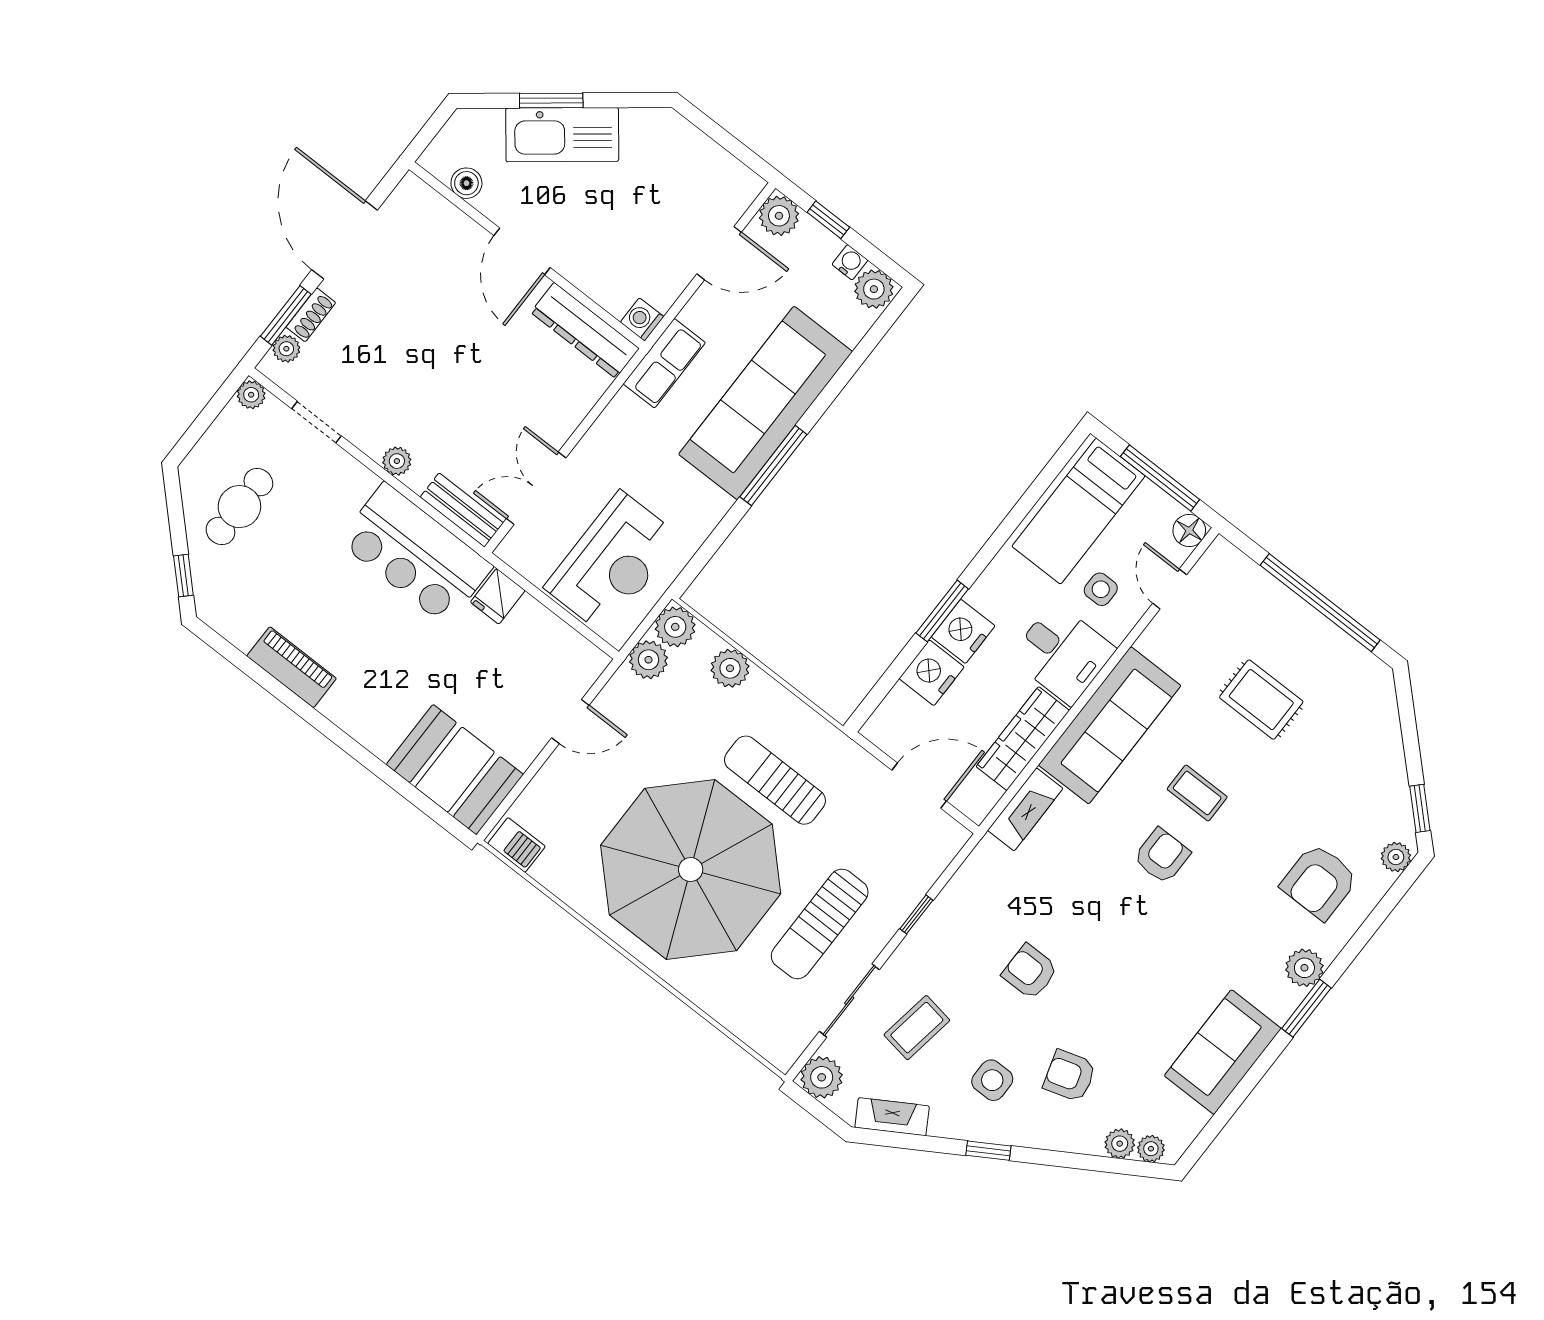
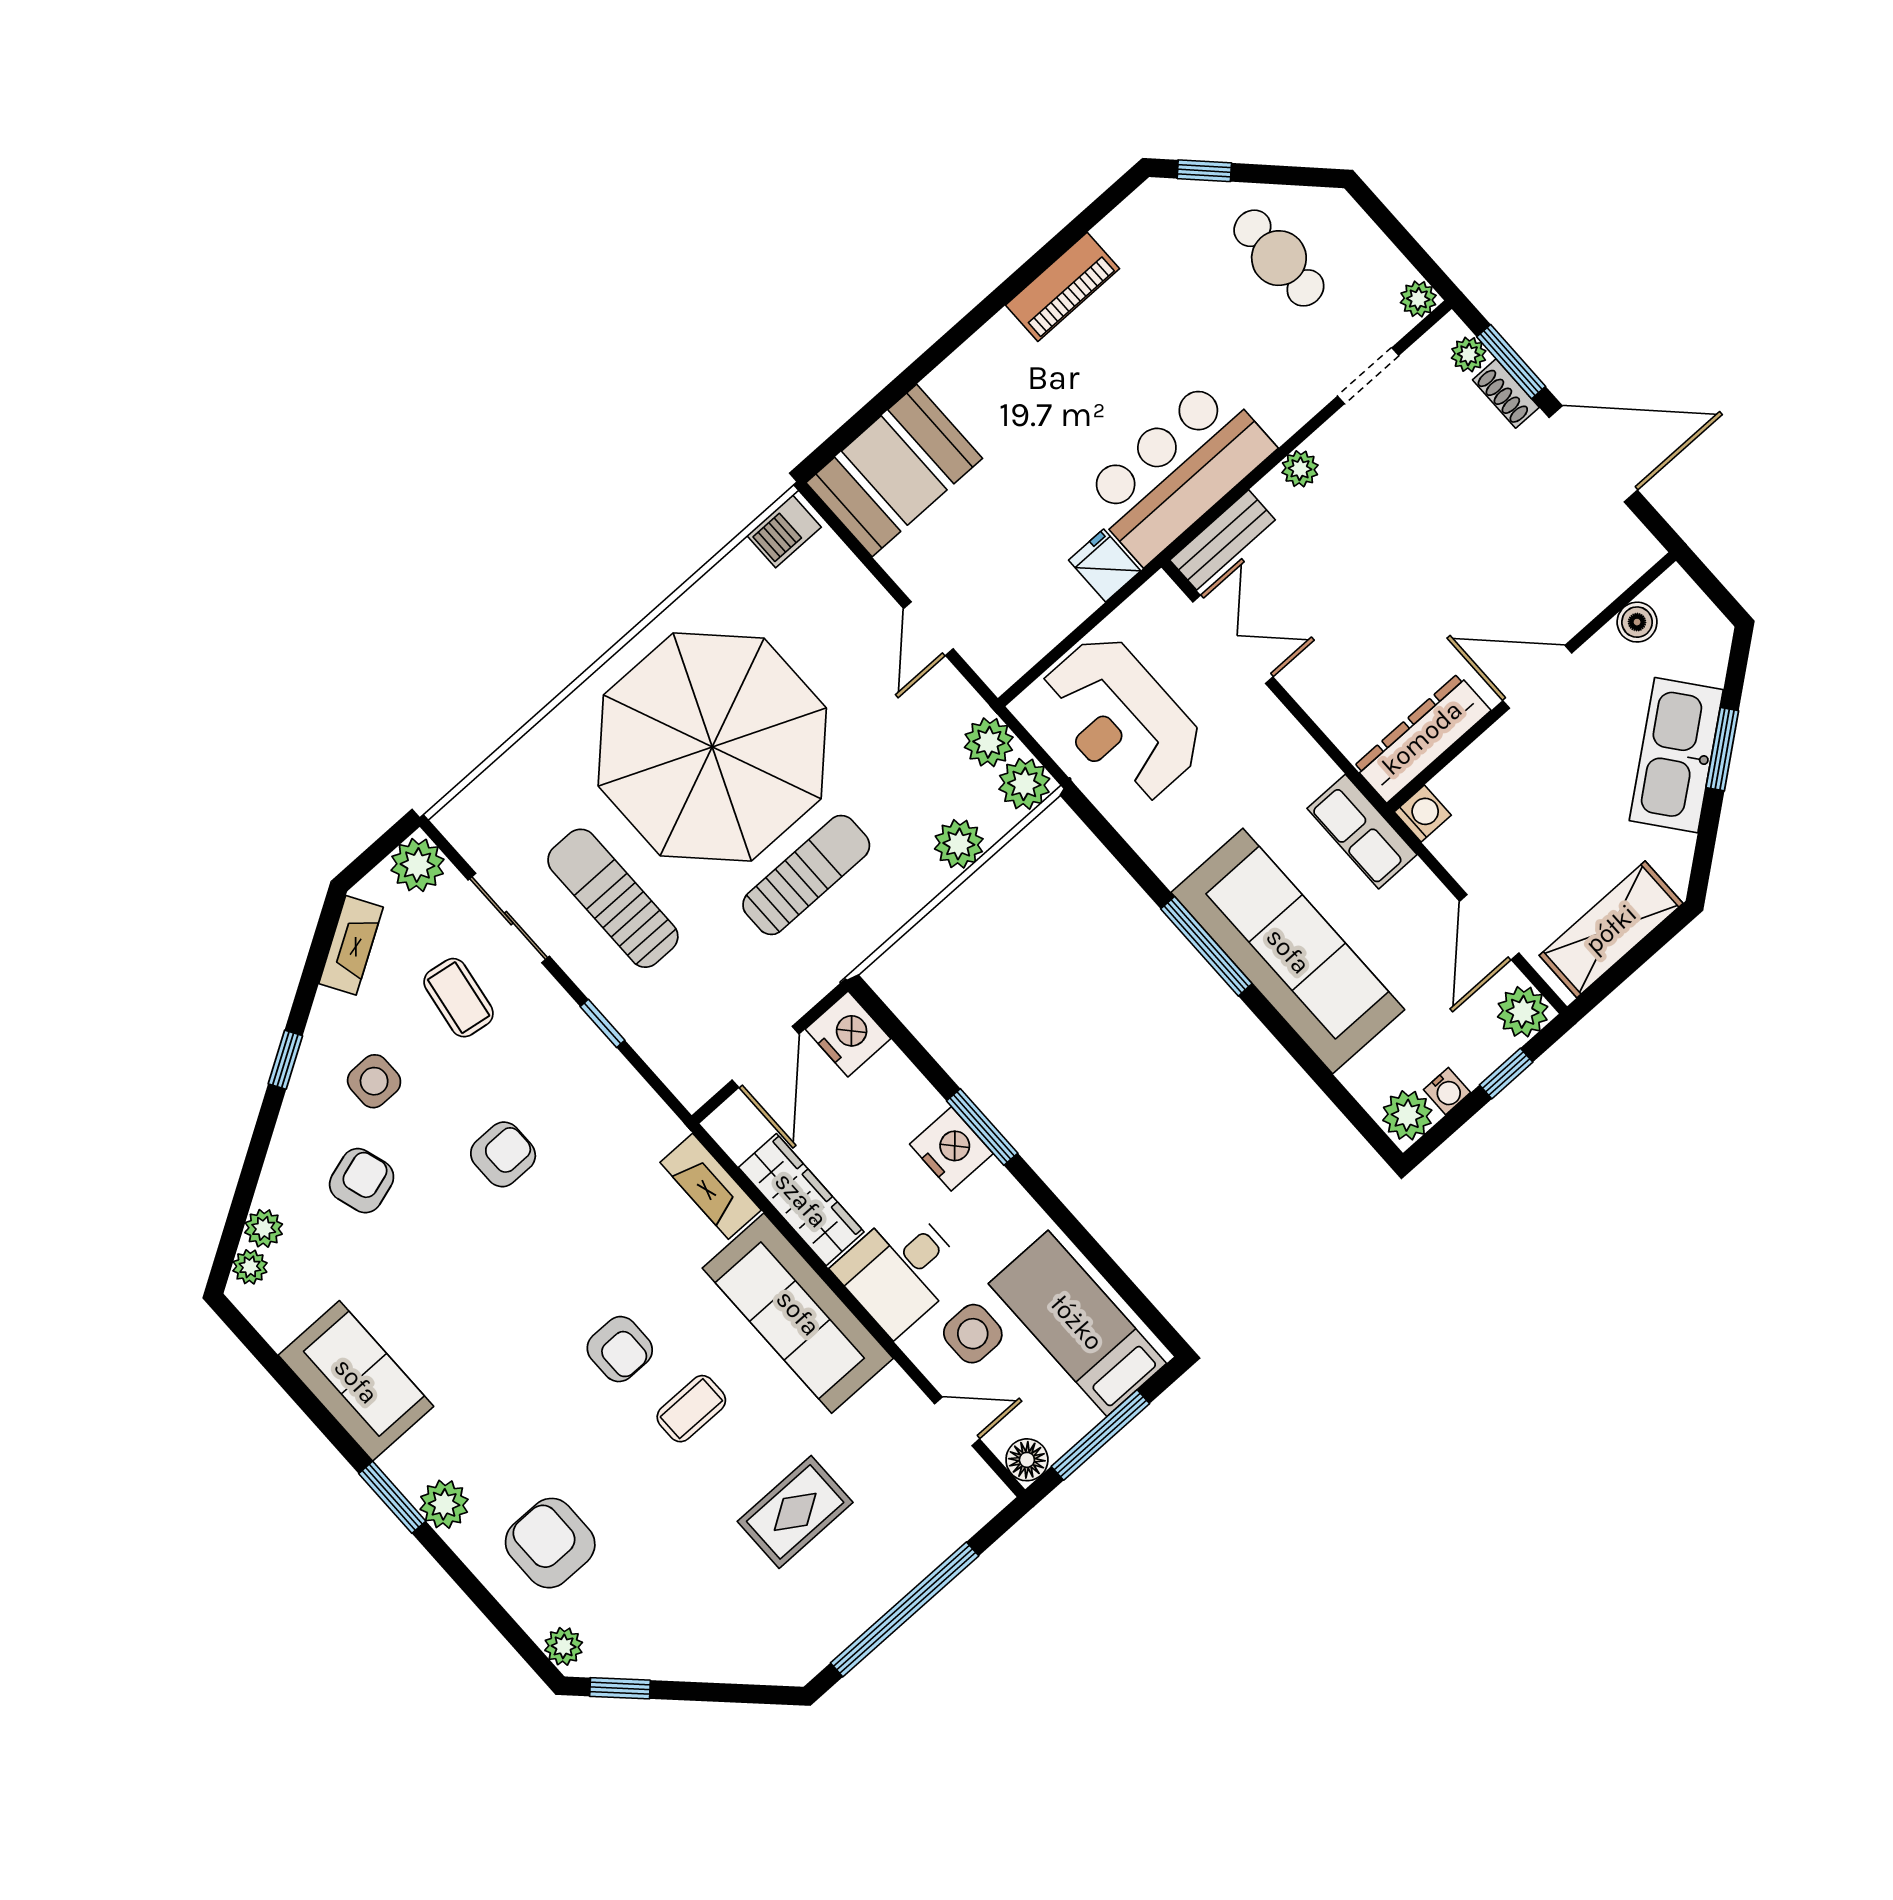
shelving: (704, 160) -> (1611, 929), added
side table: (1101, 589) -> (973, 1334), width x1.37, depth x1.37
nightstand: (932, 673) -> (848, 1034), moved

